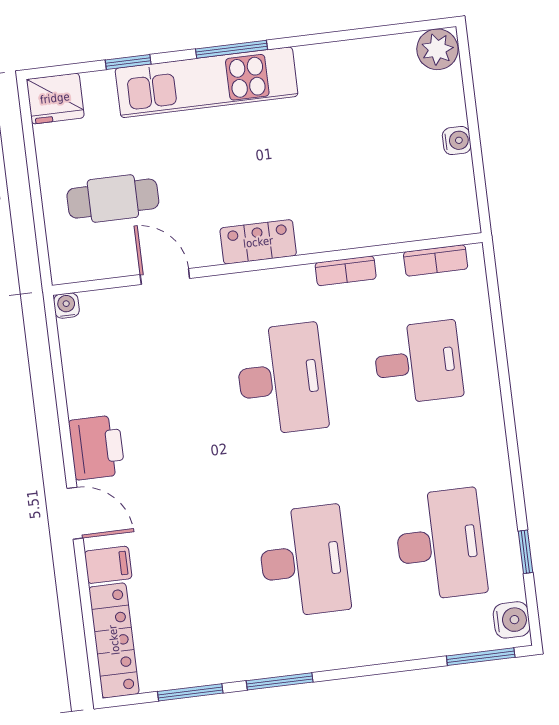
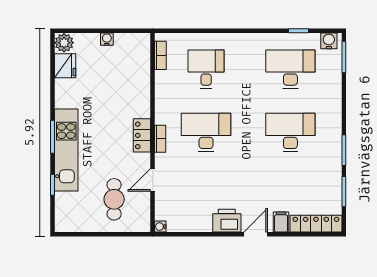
fridge: (55, 98) -> (65, 66), moved
bookcase: (346, 271) -> (160, 139), moved

